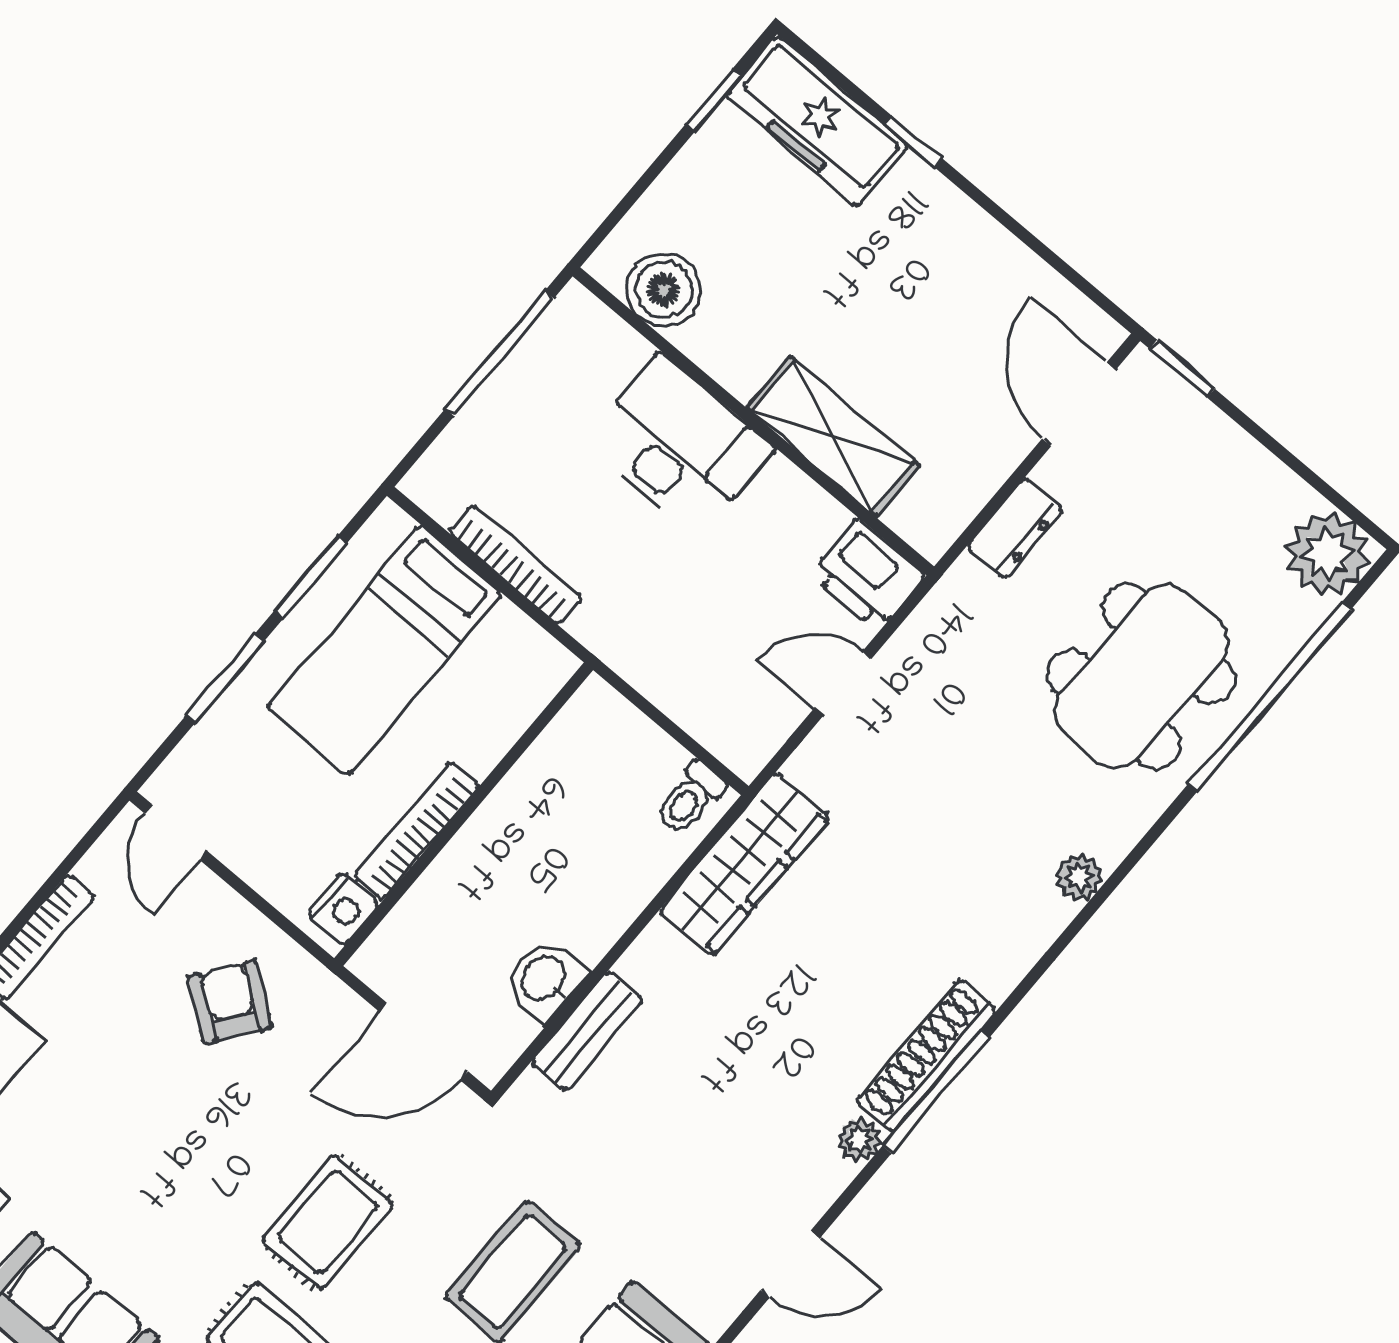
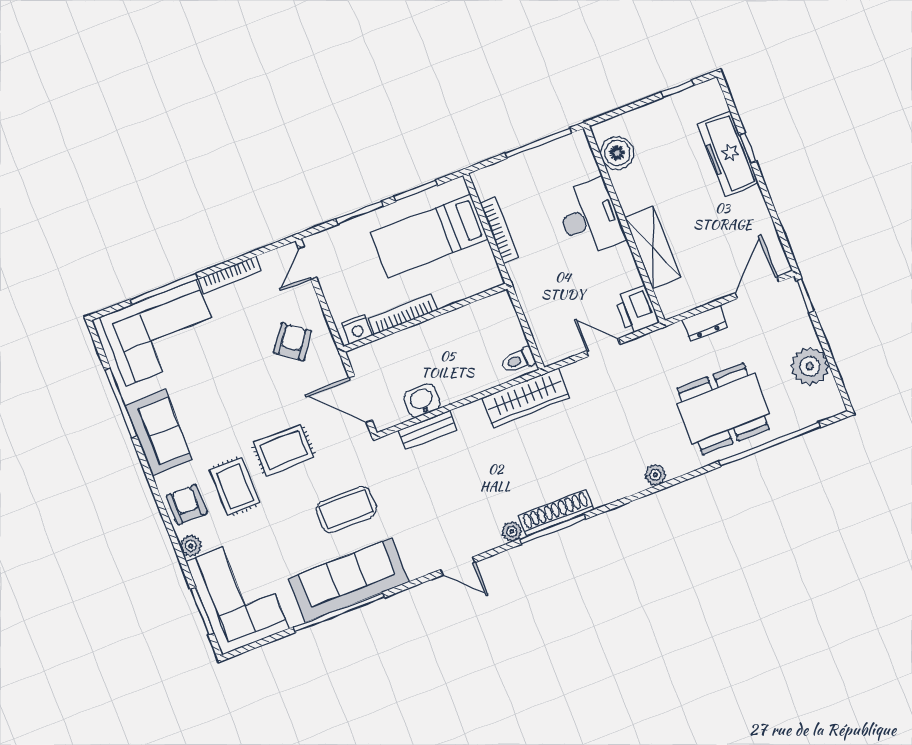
freezer: (817, 121) -> (728, 154), moved
plant: (1328, 554) -> (810, 366), moved

